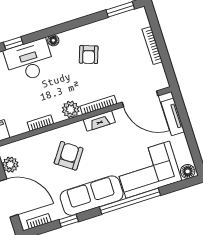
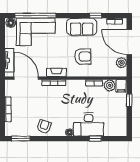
armchair: (89, 55) -> (44, 127), moved
plant: (71, 109) -> (110, 85), moved
armchair: (69, 156) -> (83, 57), turned -125
sofa: (92, 196) -> (82, 27), width x0.73
window: (130, 201) -> (35, 16), moved

